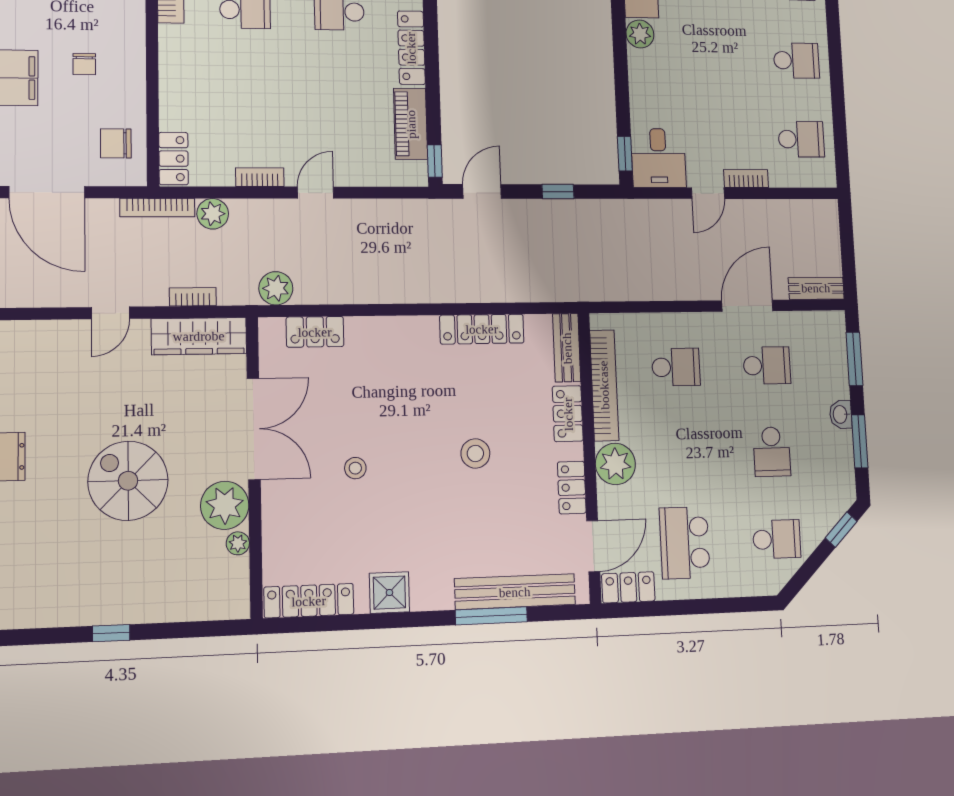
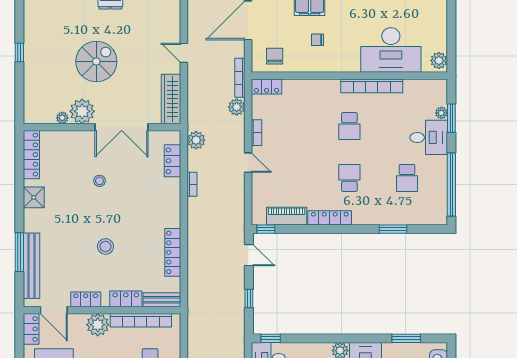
bookcase: (193, 297) -> (192, 184), moved

